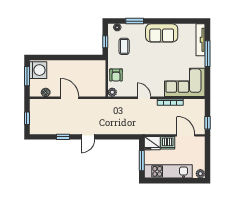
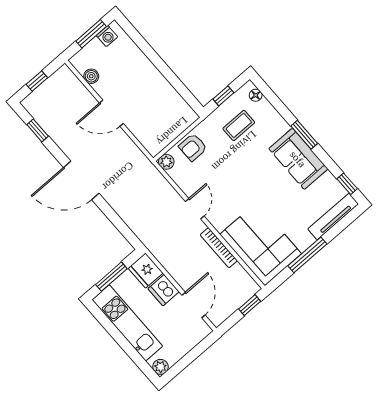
window: (135, 21) -> (304, 135), moved
window: (191, 21) -> (347, 184), added
window: (207, 54) -> (307, 255), moved
washing machine: (38, 70) -> (107, 36), width x0.53, depth x0.53
door: (70, 98) -> (111, 113), swing flipped
window: (207, 123) -> (250, 305), moved
window: (63, 137) -> (38, 130), moved
door: (88, 137) -> (81, 180), width x1.88

